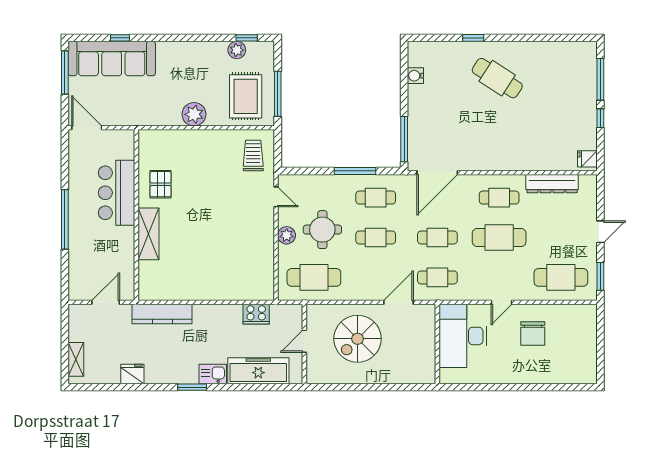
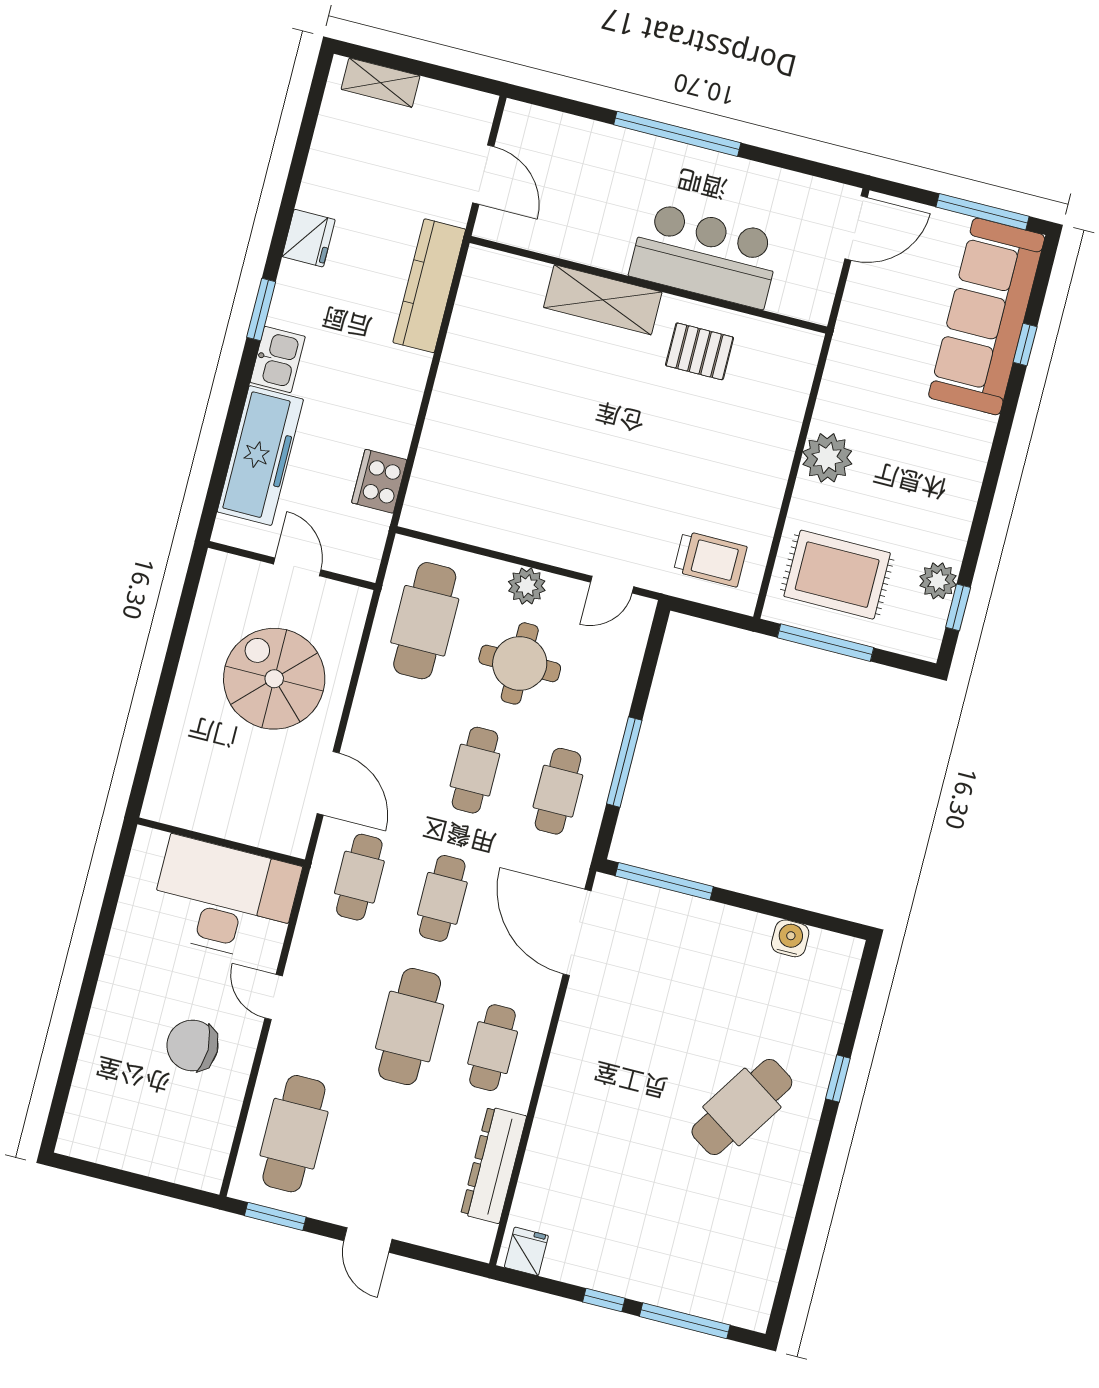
fridge: (132, 374) -> (309, 238), moved

